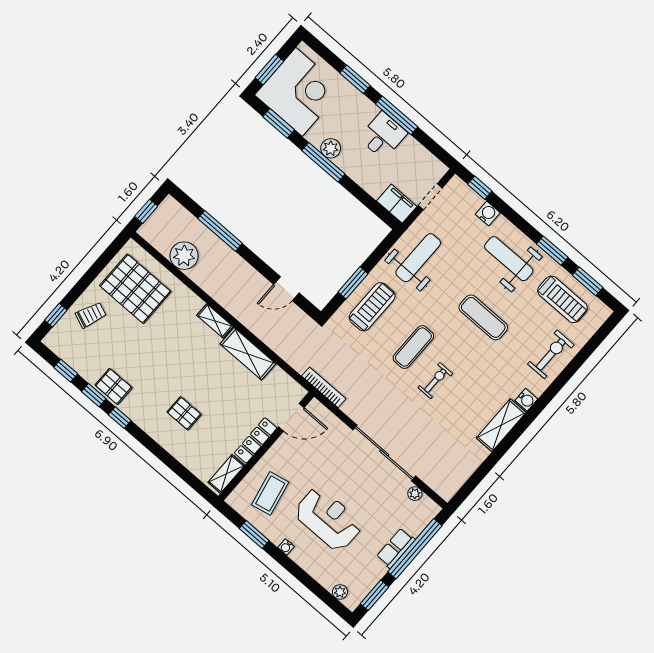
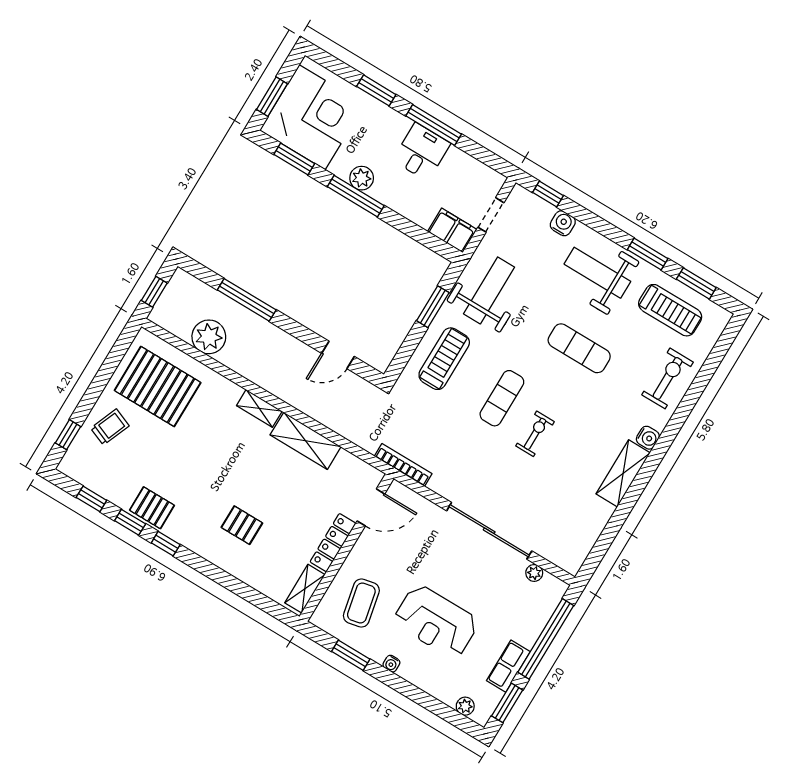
window: (353, 283) -> (433, 307), moved
reception desk: (328, 519) -> (436, 621), turned 180
row of seats: (396, 548) -> (508, 666), moved

